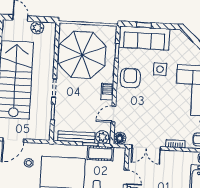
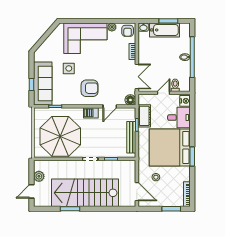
armchair: (130, 78) -> (90, 88), moved, turned 180
door: (113, 114) -> (110, 106), hinge flipped
plant: (102, 137) -> (130, 115), removed

